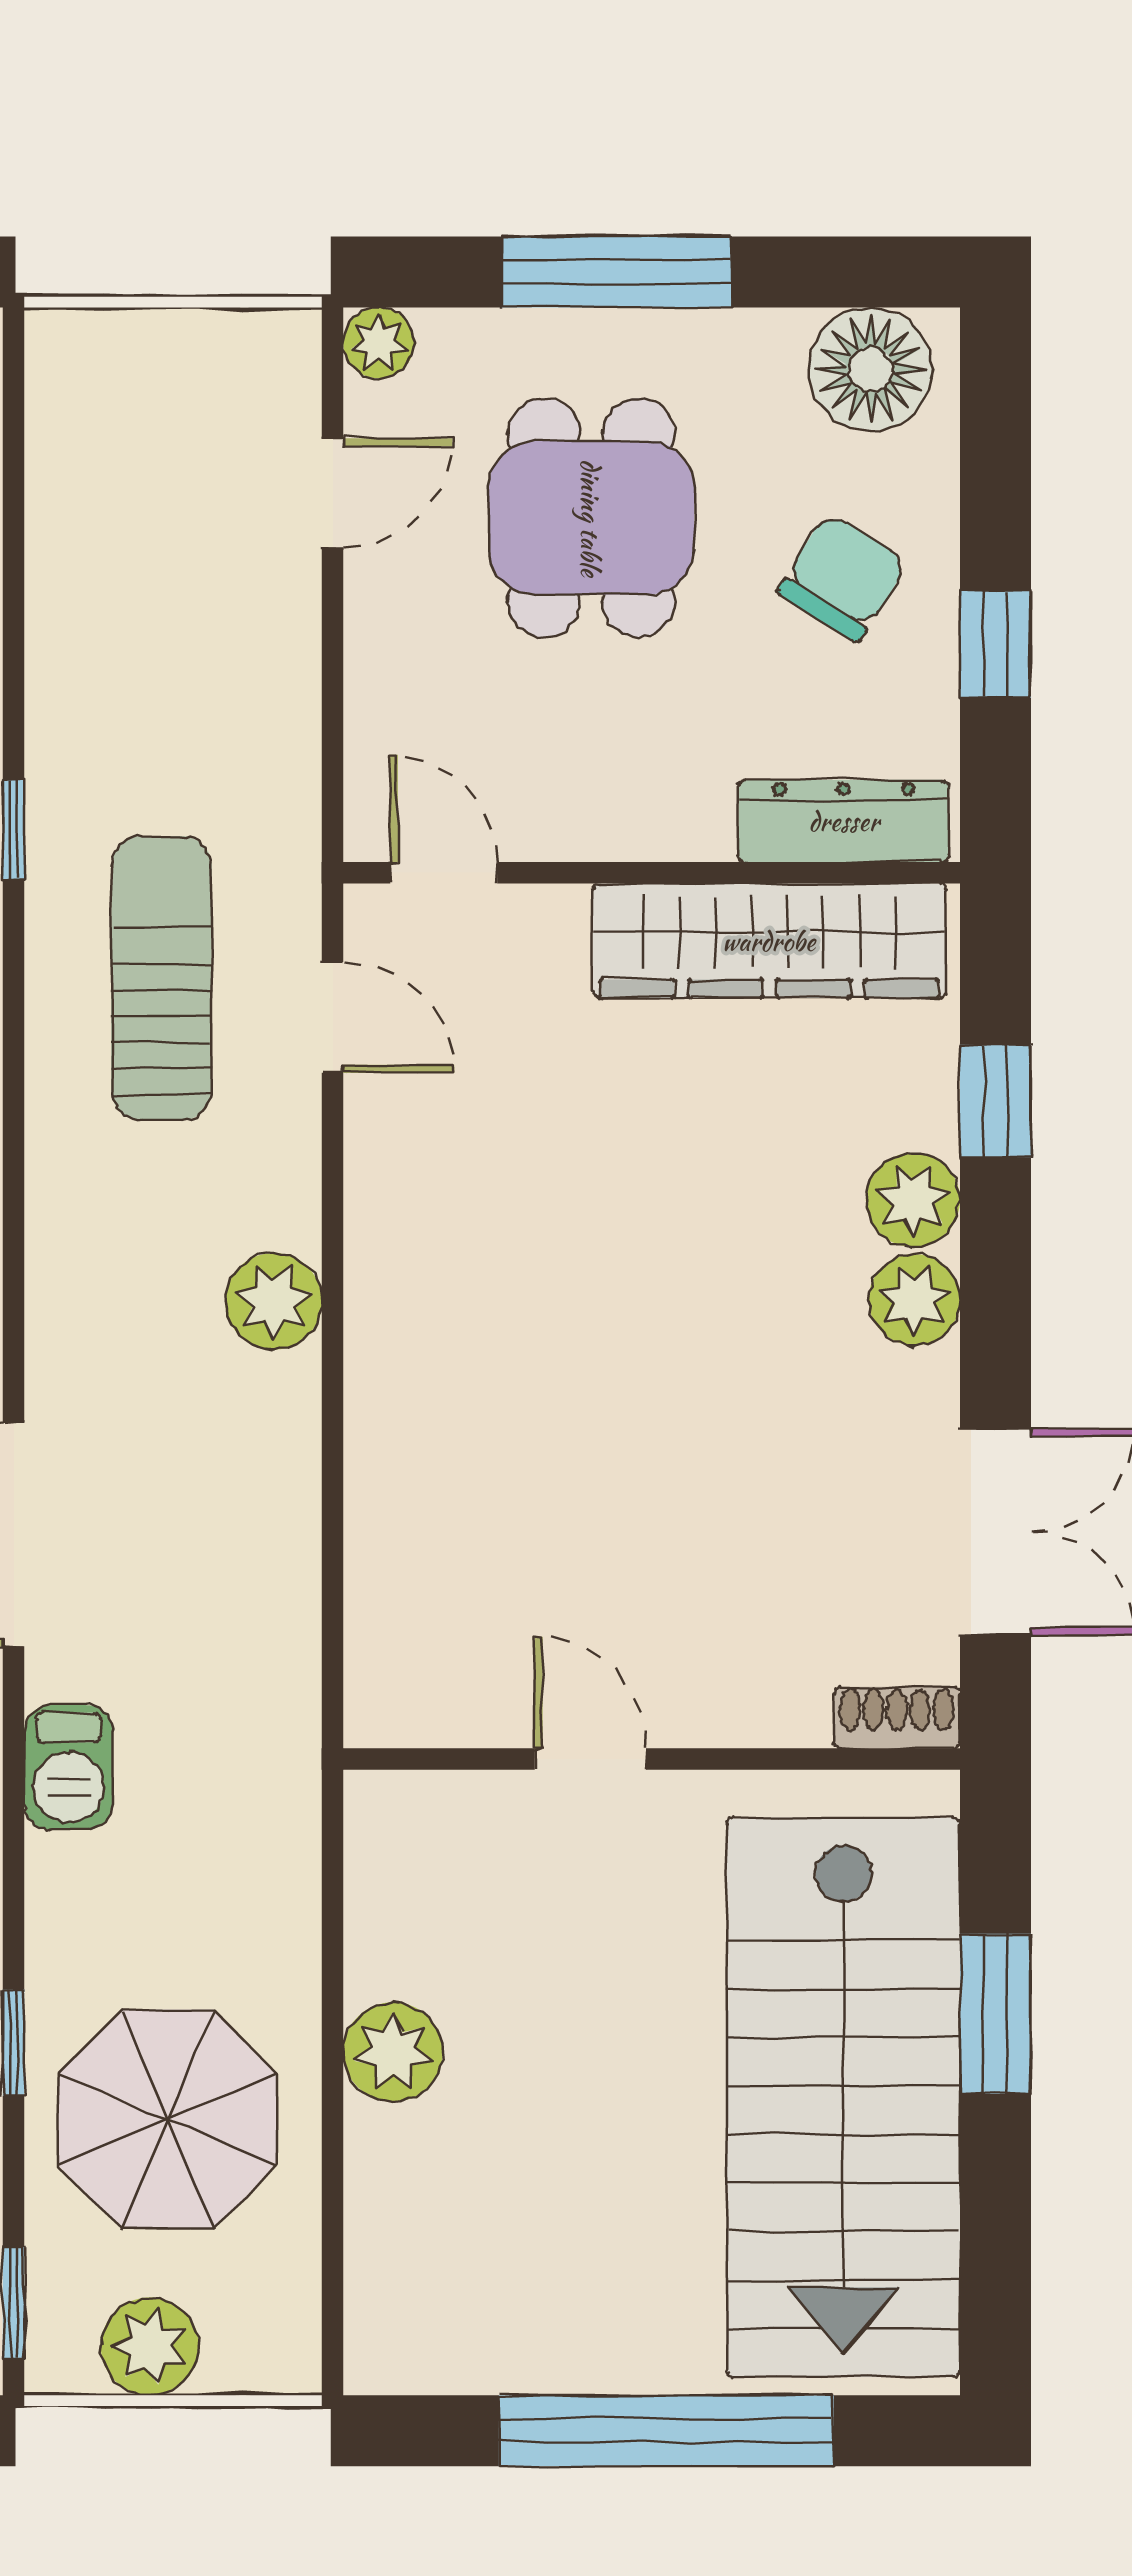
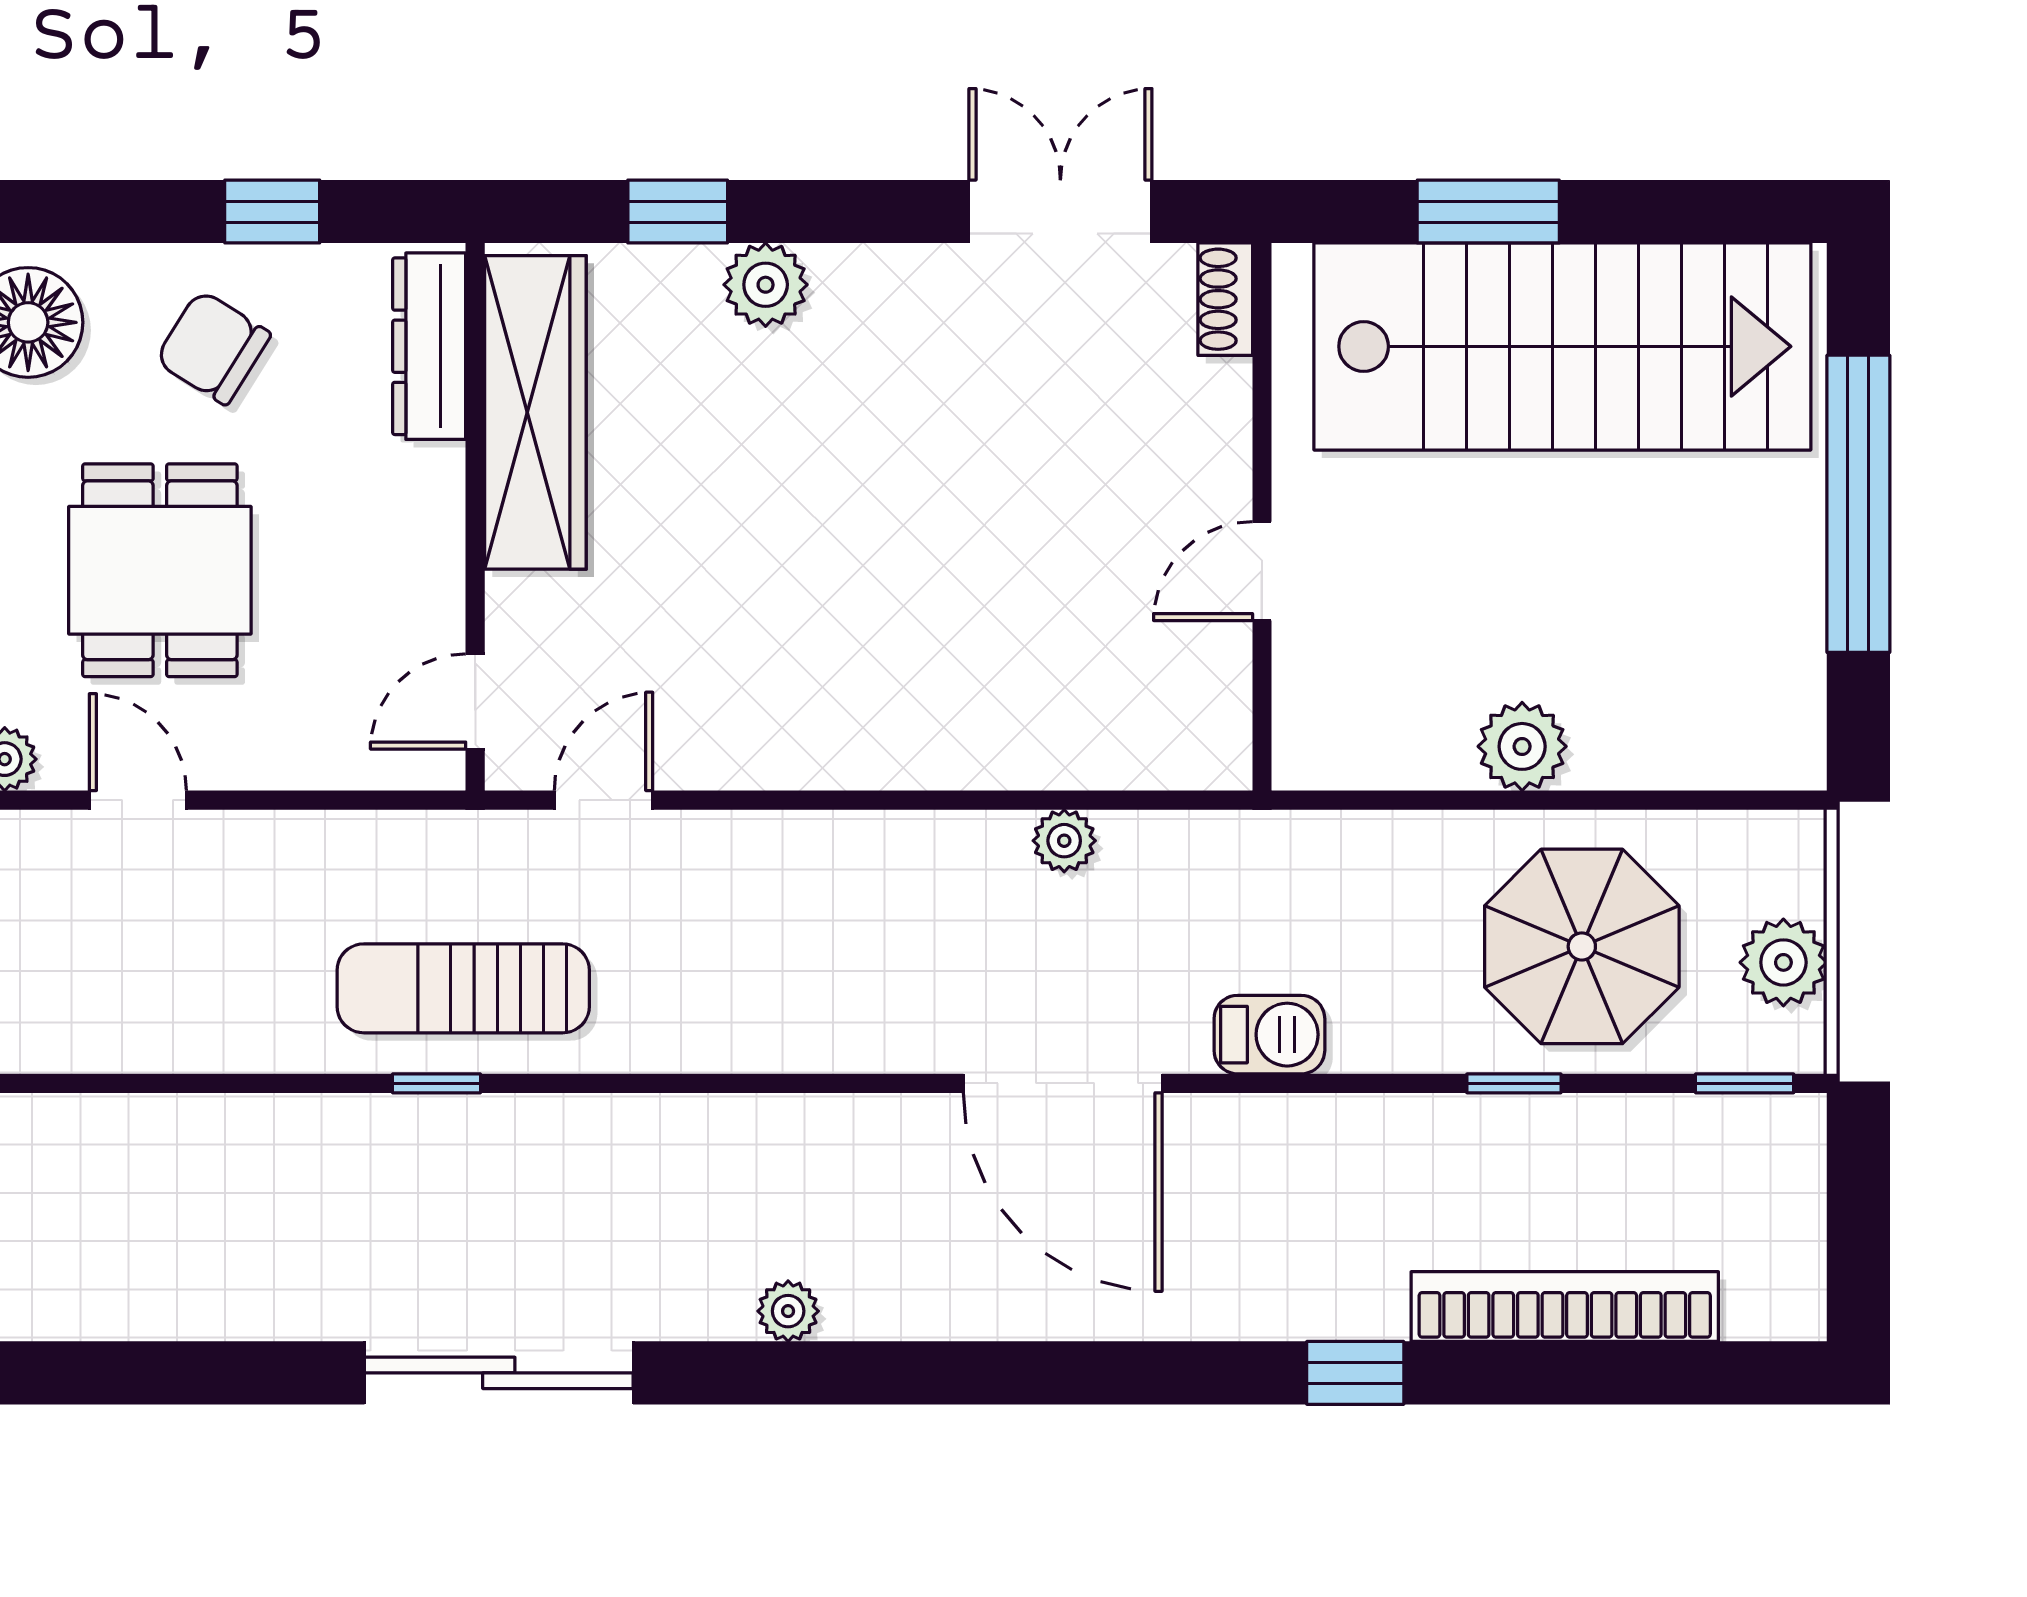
dining table: (591, 518) -> (160, 570), turned 90
sun lounger: (162, 978) -> (463, 988), moved
plant: (914, 1300) -> (854, 283), removed
plant: (274, 1301) -> (1064, 841), moved, width x0.73, depth x0.73

